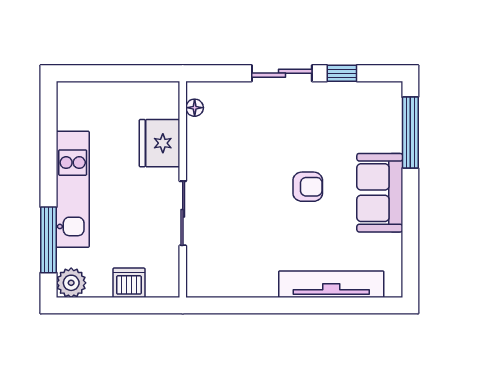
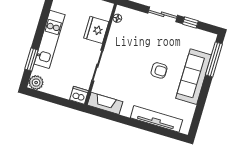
sofa: (380, 193) -> (194, 77), width x1.36
window: (49, 240) -> (31, 59), width x0.69
dishwasher: (129, 283) -> (79, 95), moved
fireplace: (220, 284) -> (105, 103), added

